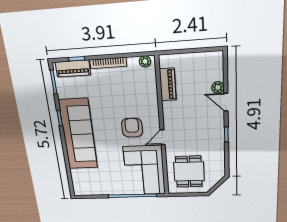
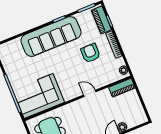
piano: (168, 84) -> (122, 88), moved
armchair: (132, 128) -> (90, 53), moved, turned -90
door: (163, 137) -> (90, 93), moved

